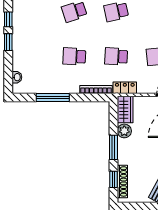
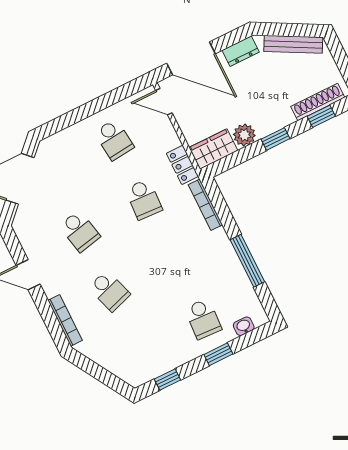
window: (8, 42) -> (218, 354), moved
school desk: (74, 56) -> (203, 319), moved
window: (113, 147) -> (275, 139), width x0.67

